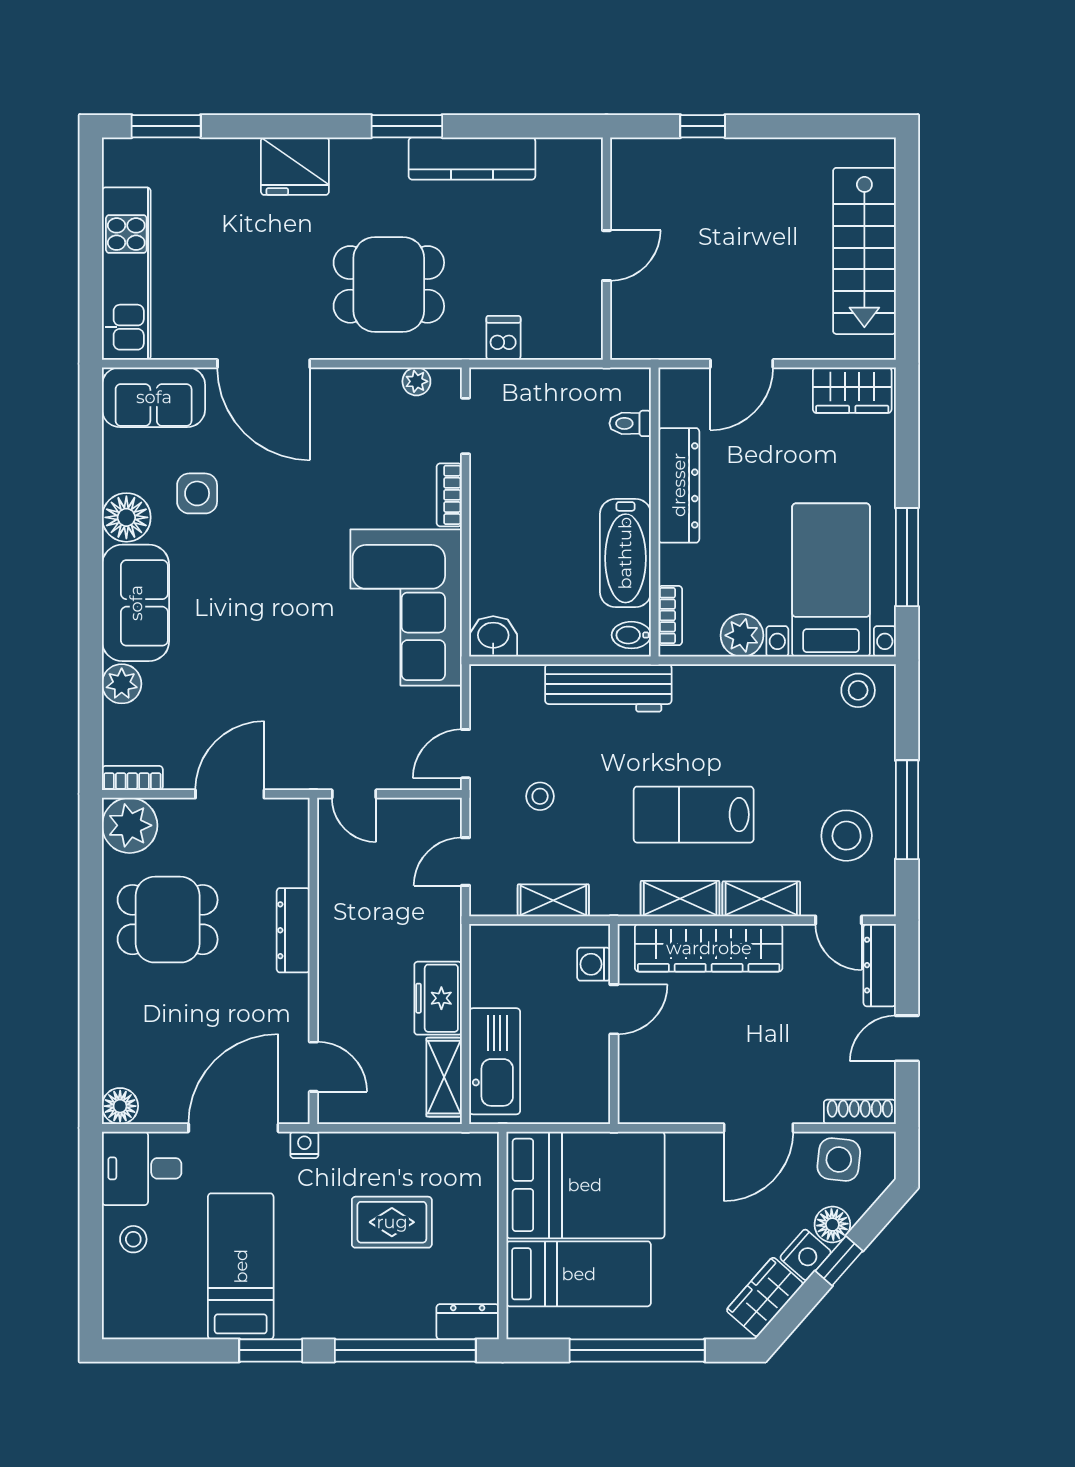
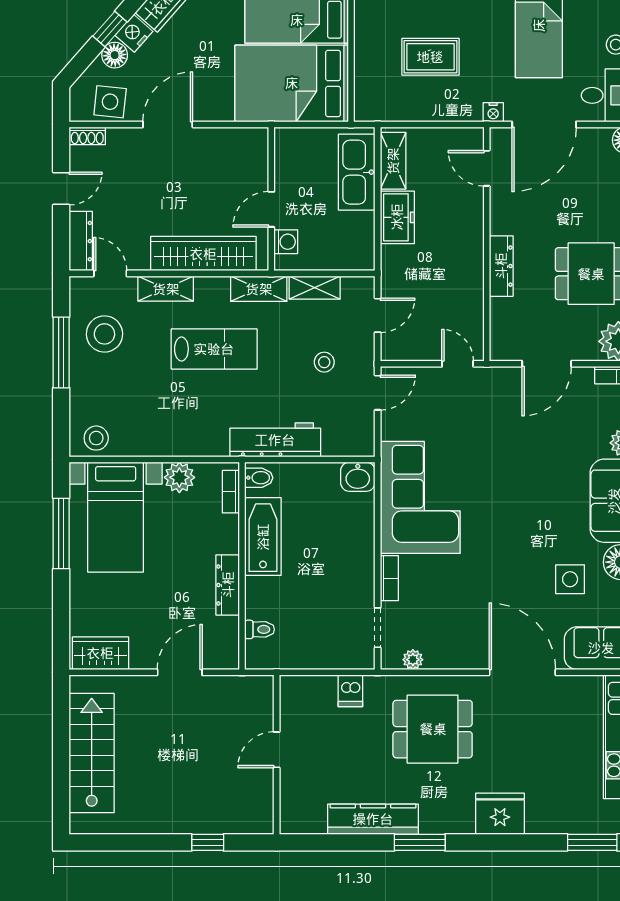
dresser: (679, 485) -> (228, 585), width x0.73, depth x0.80
shelving: (680, 899) -> (259, 289), moved
shoe rack: (860, 1112) -> (87, 136), width x0.70

